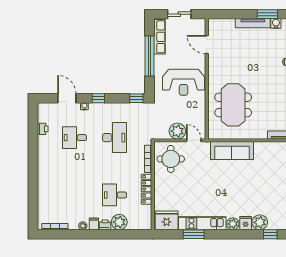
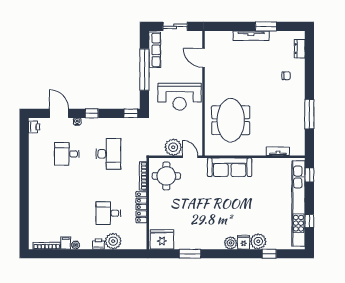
water cooler: (276, 23) -> (275, 36), removed
printer: (43, 129) -> (34, 127), moved
kitchen unit: (202, 223) -> (199, 242), removed
filing cabinet: (94, 224) -> (66, 243), moved

